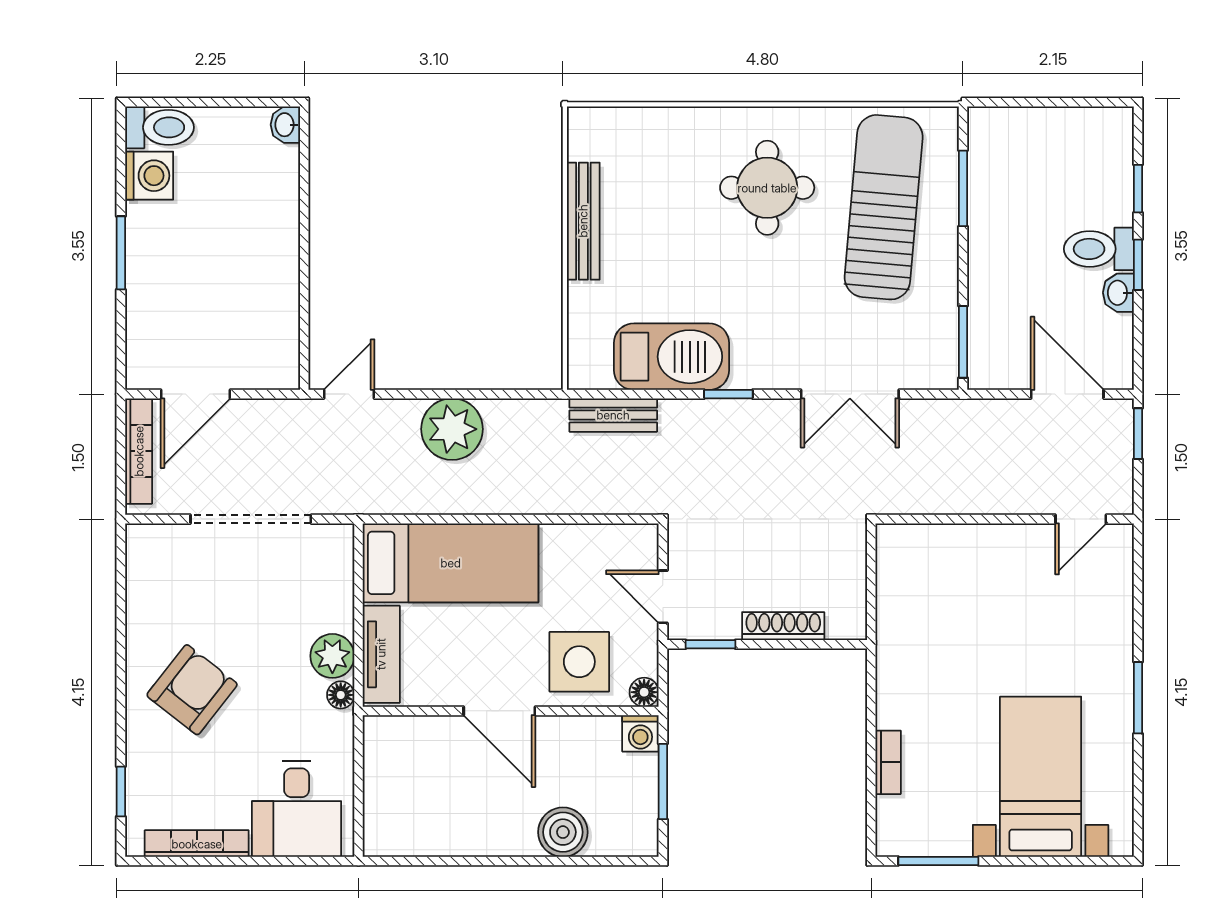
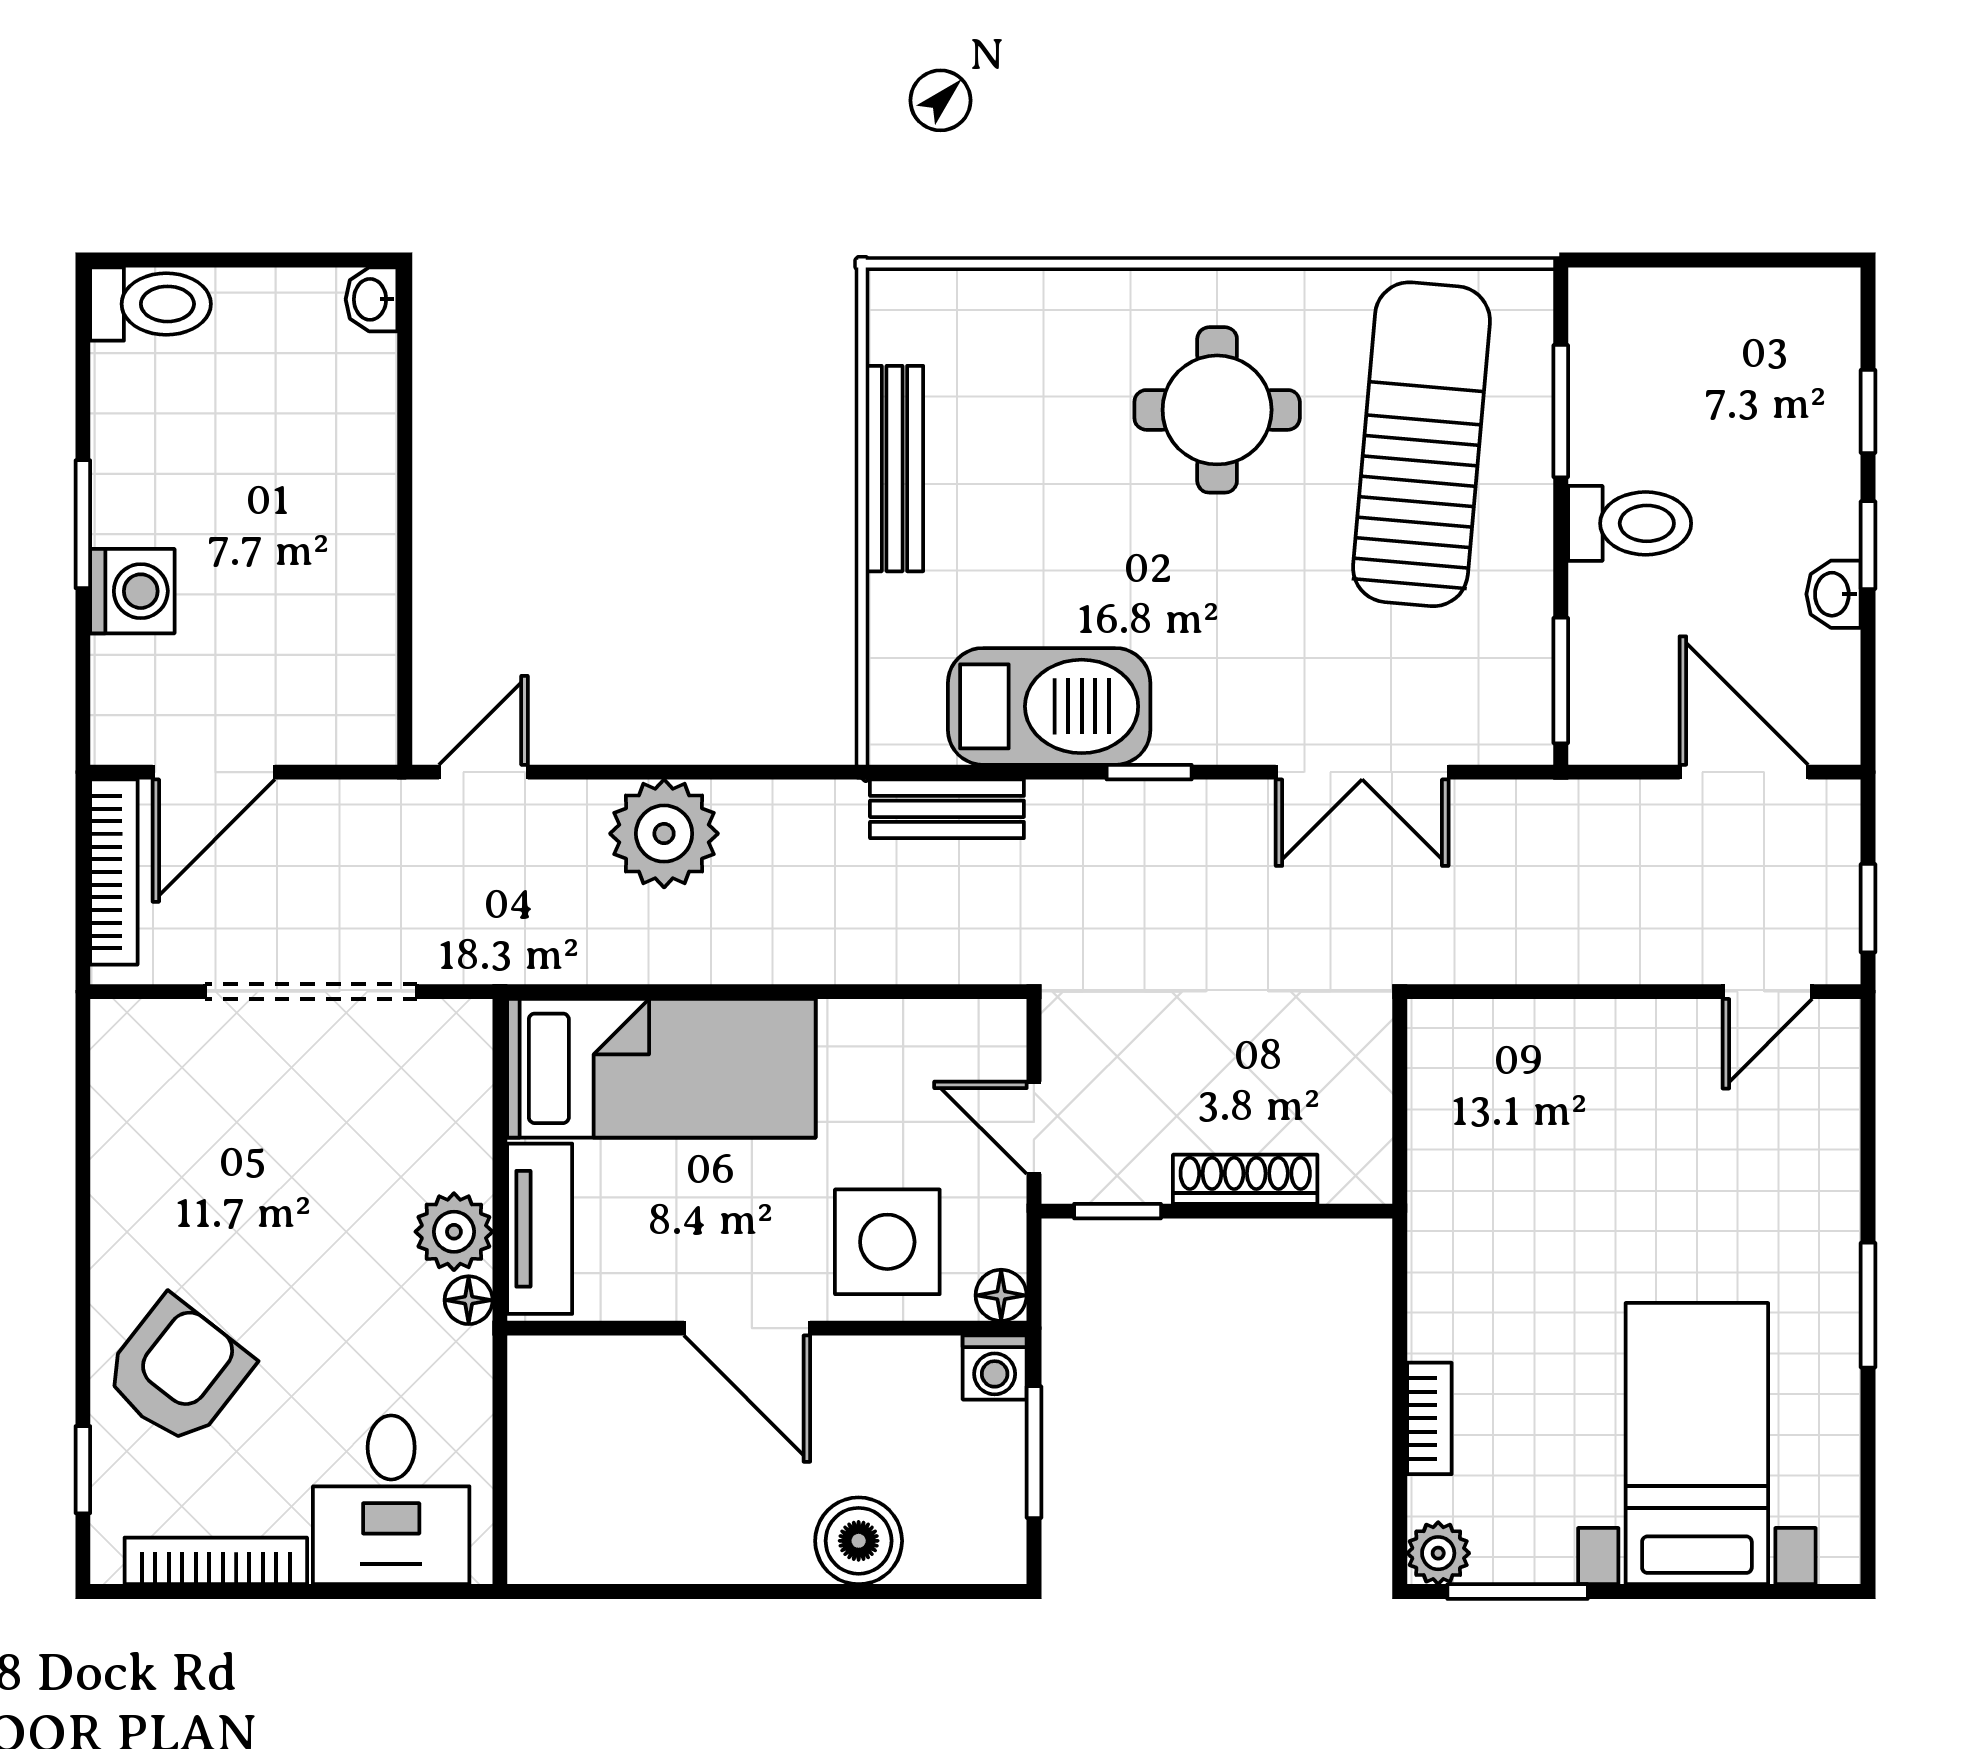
washing machine: (149, 176) -> (132, 591), moved
toilet: (1099, 249) -> (1630, 523), moved, turned 180
window: (1138, 434) -> (1868, 908), moved
armchair: (192, 690) -> (178, 1371), moved
plant: (893, 839) -> (1438, 1553), added

